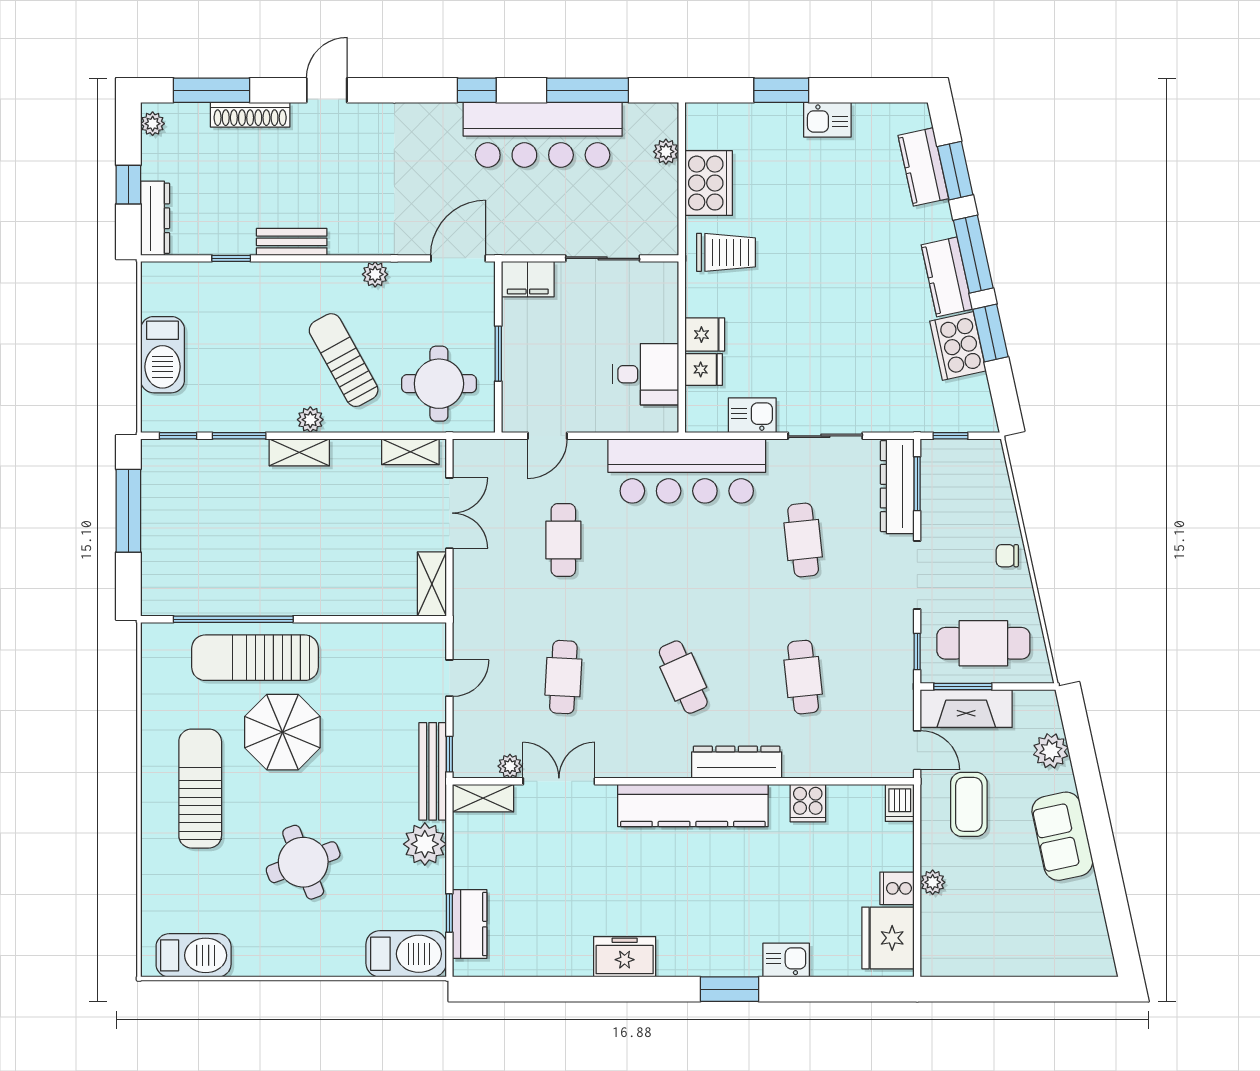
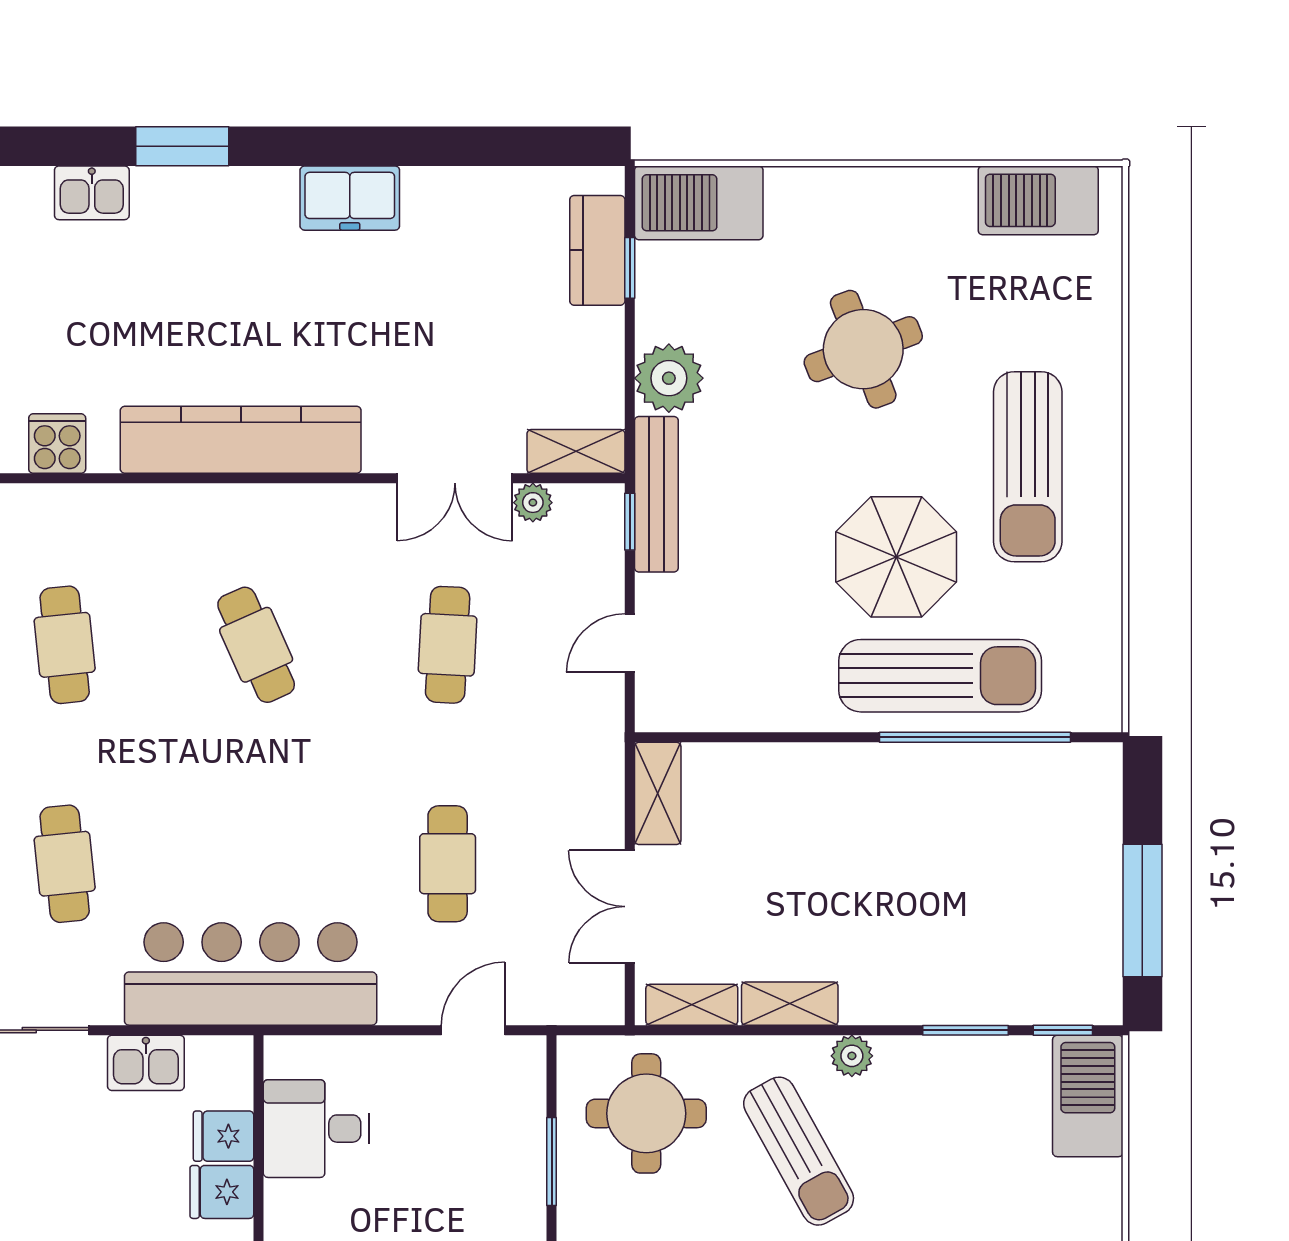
barbecue: (162, 355) -> (1088, 1096), moved
shelving: (299, 452) -> (790, 1004), moved
dresser: (737, 762) -> (171, 509), removed

